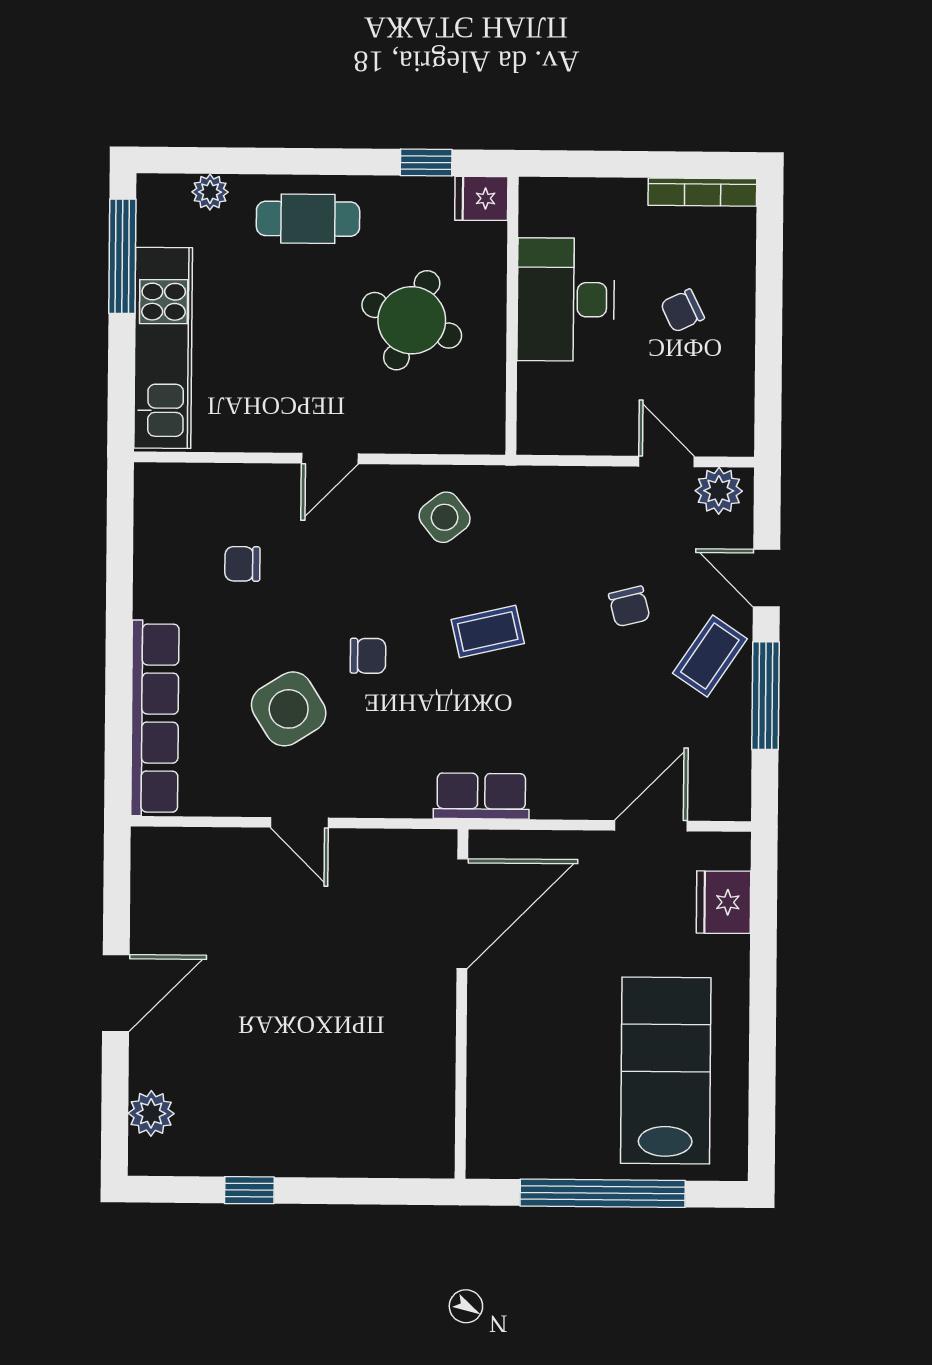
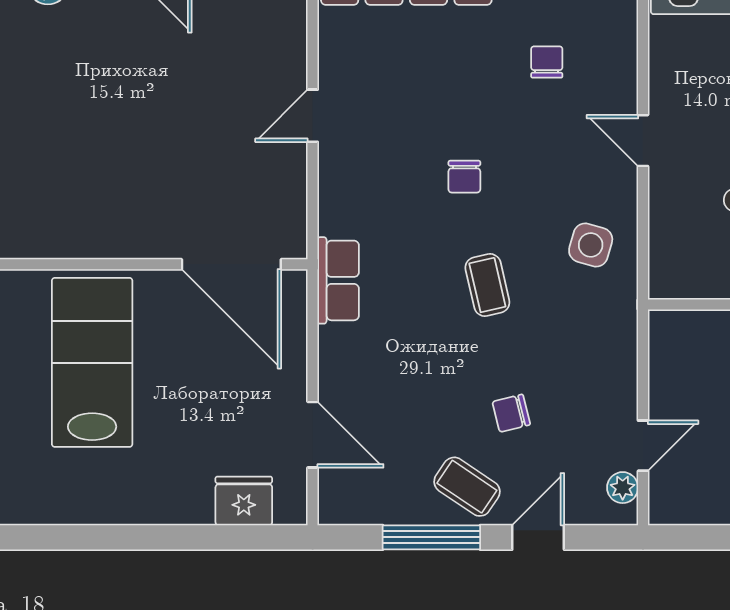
plant: (719, 491) -> (623, 488), width x0.73, depth x0.73
side table: (445, 517) -> (591, 245), turned -36
side table: (289, 709) -> (416, 105), removed
lab bench: (666, 1071) -> (92, 362), moved, turned -90

